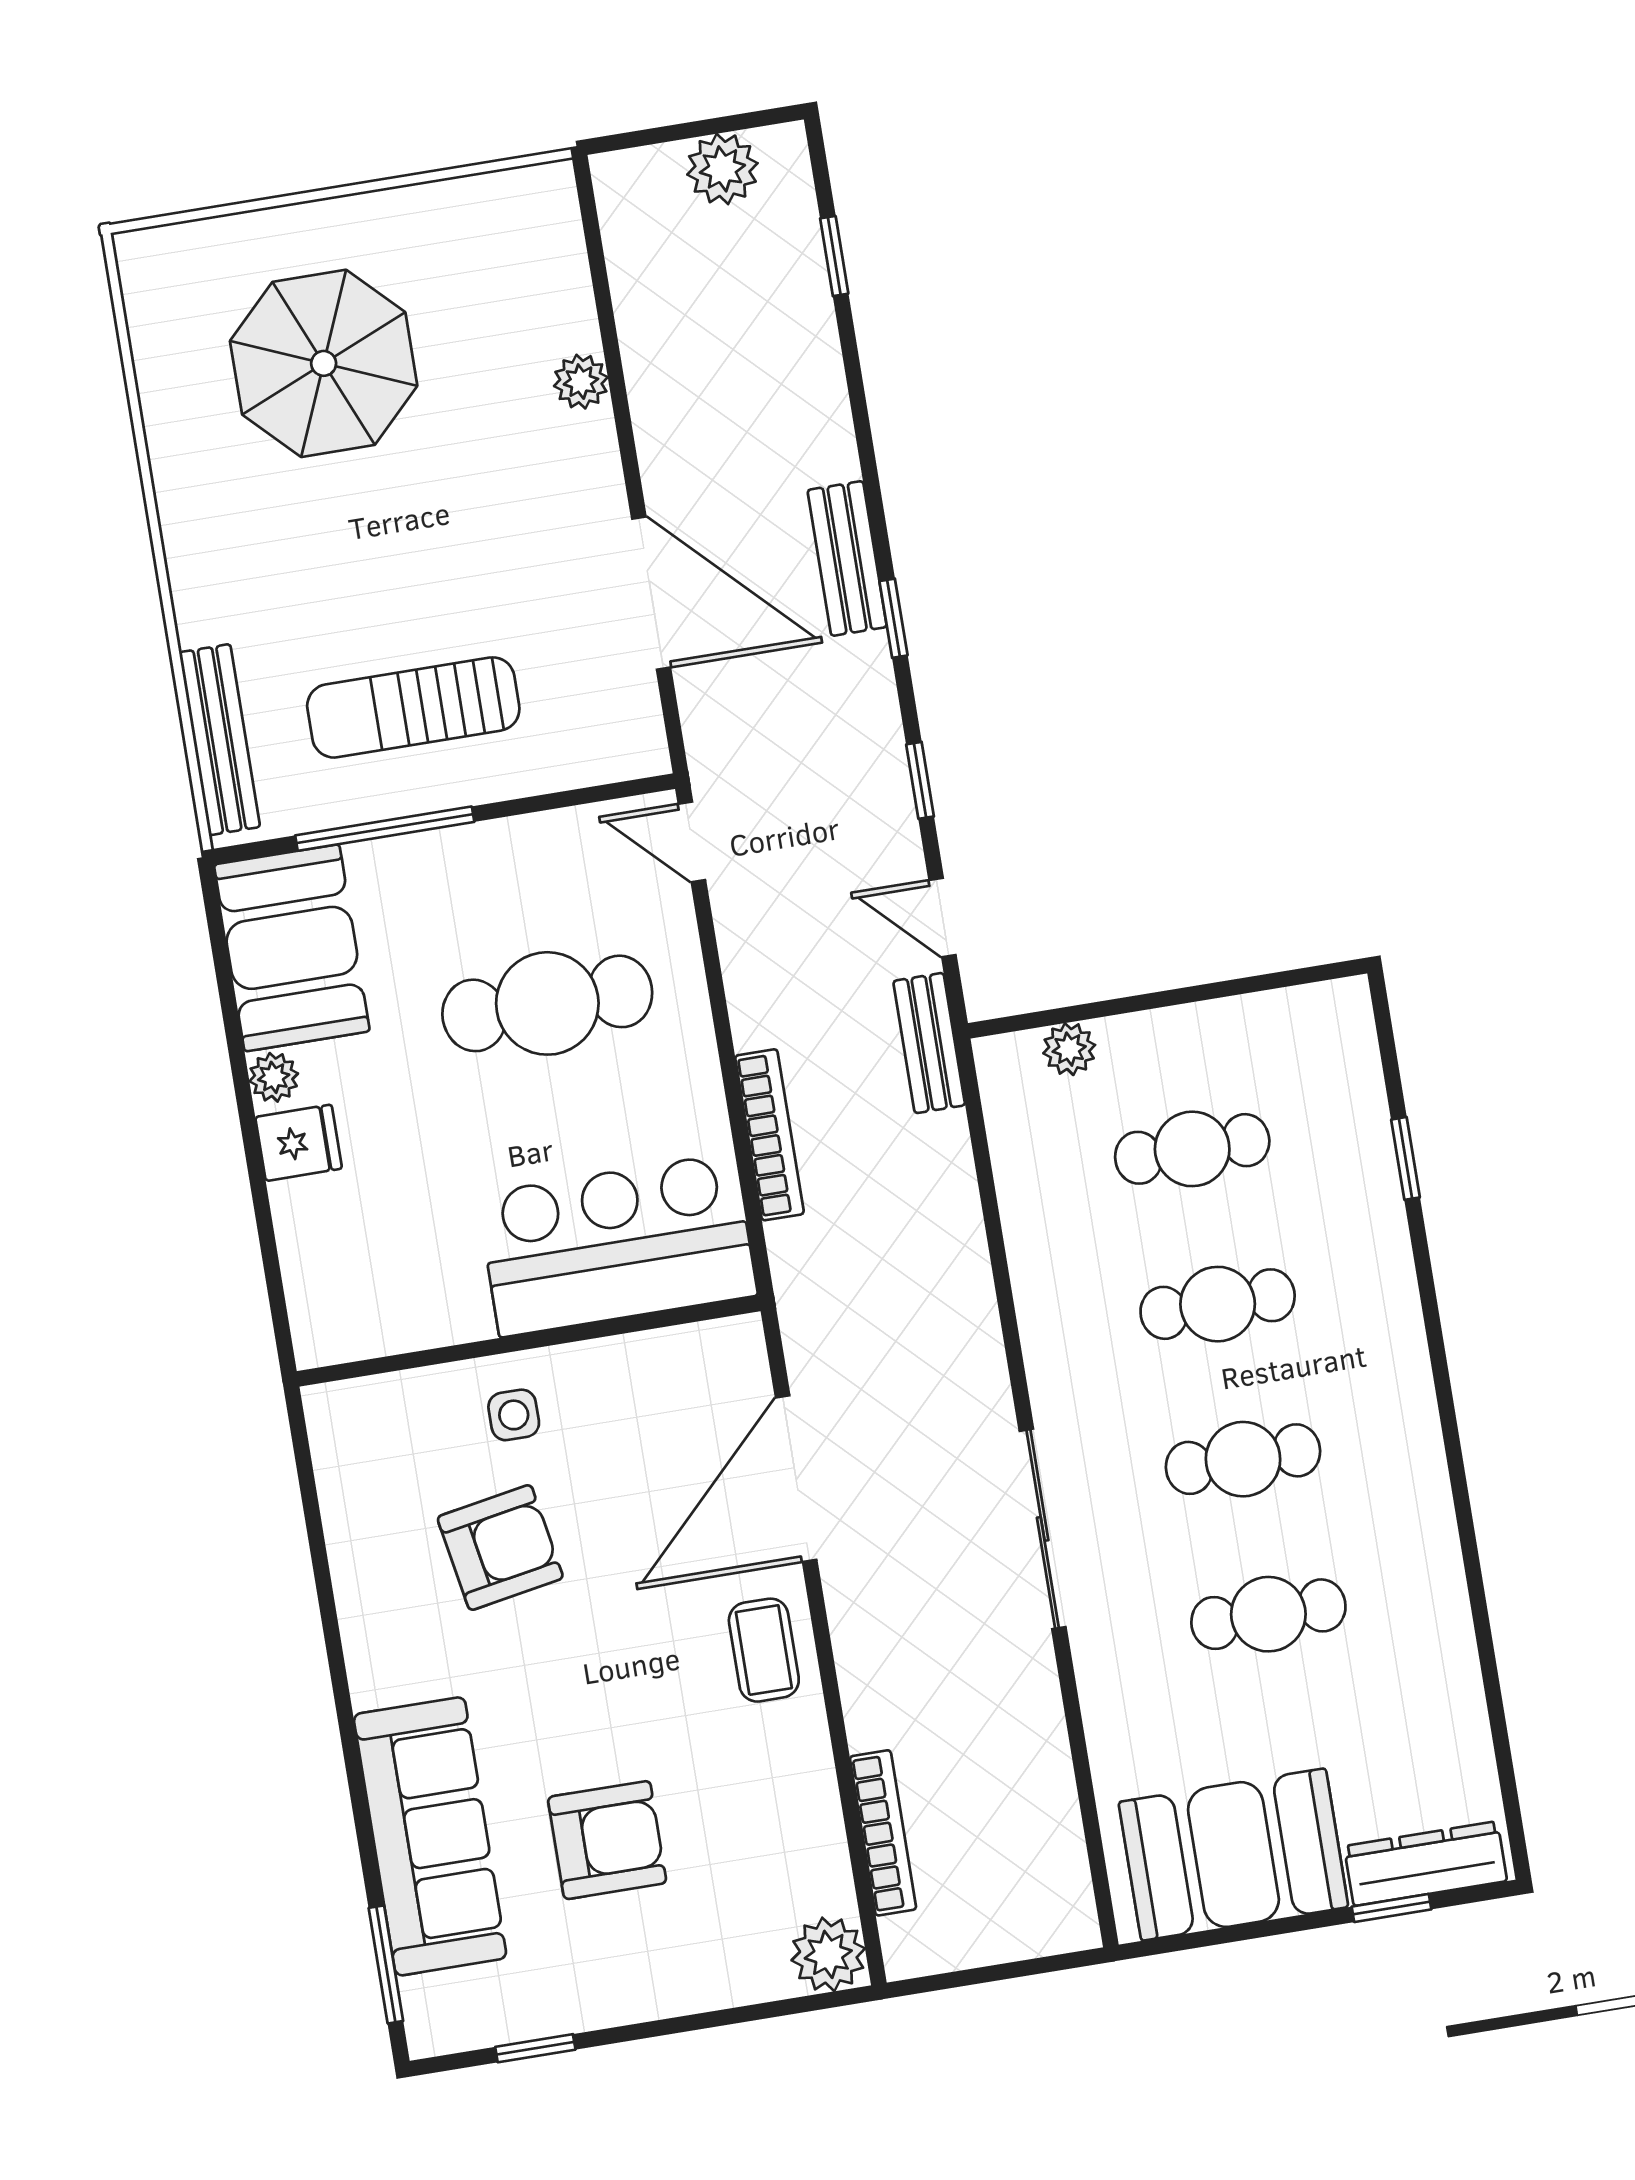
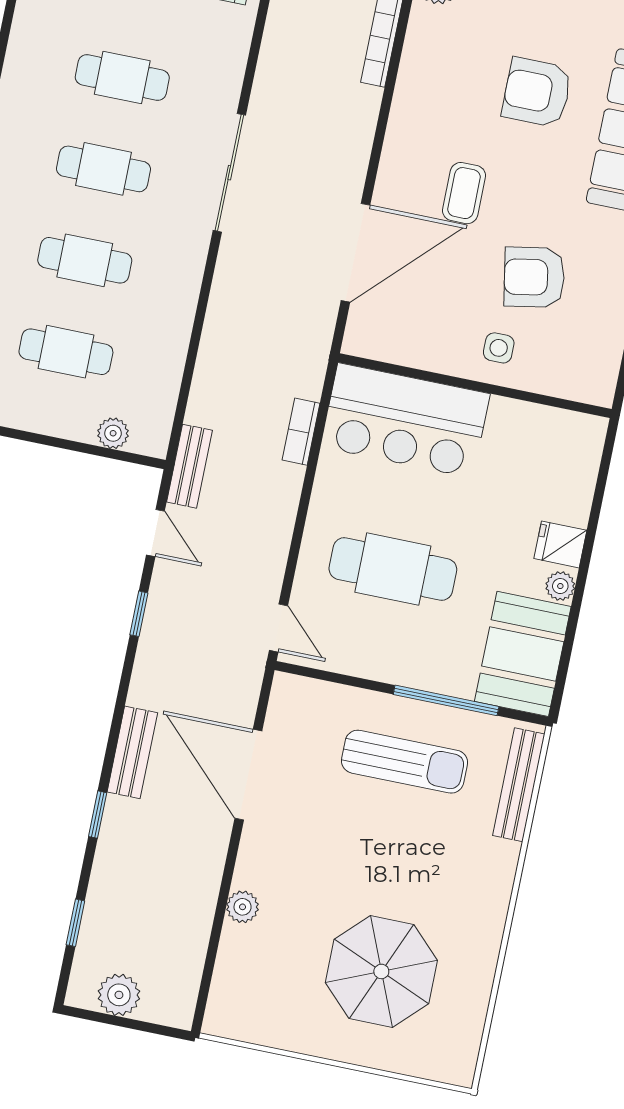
window: (894, 618) -> (98, 815), moved
bookcase: (769, 1135) -> (301, 432), width x0.64
coffee table: (764, 1650) -> (464, 193), moved

